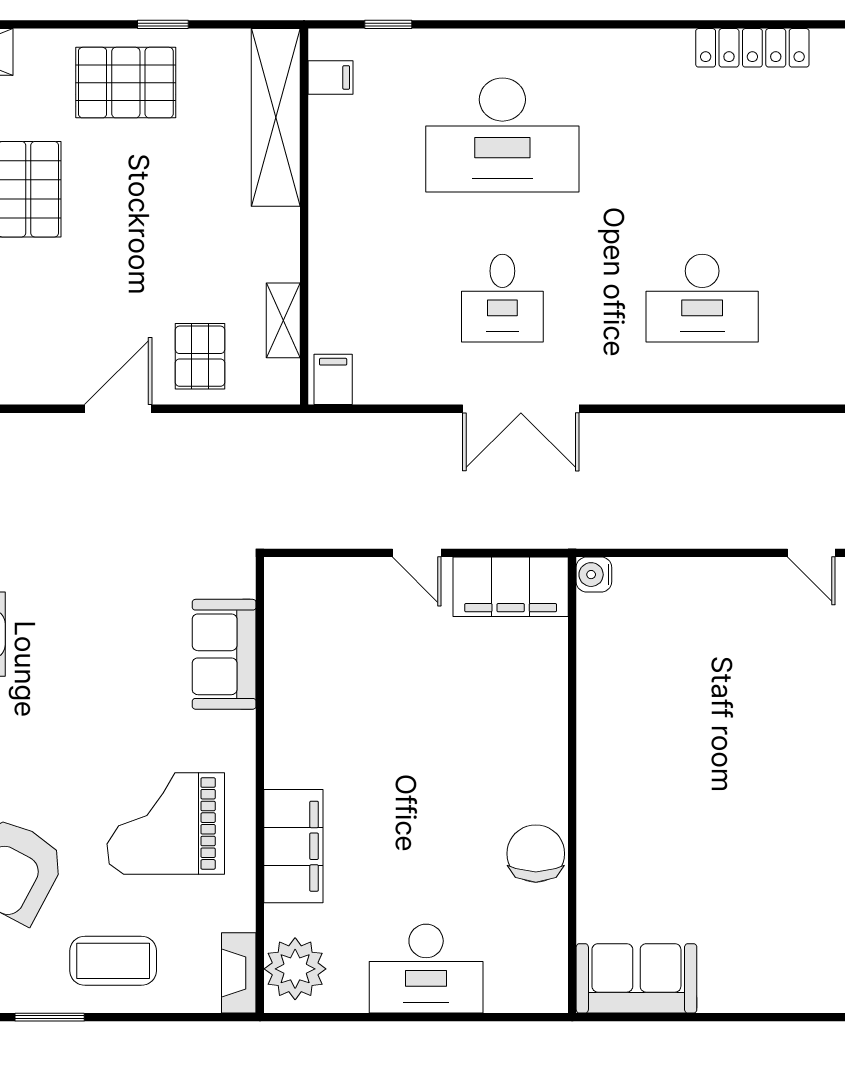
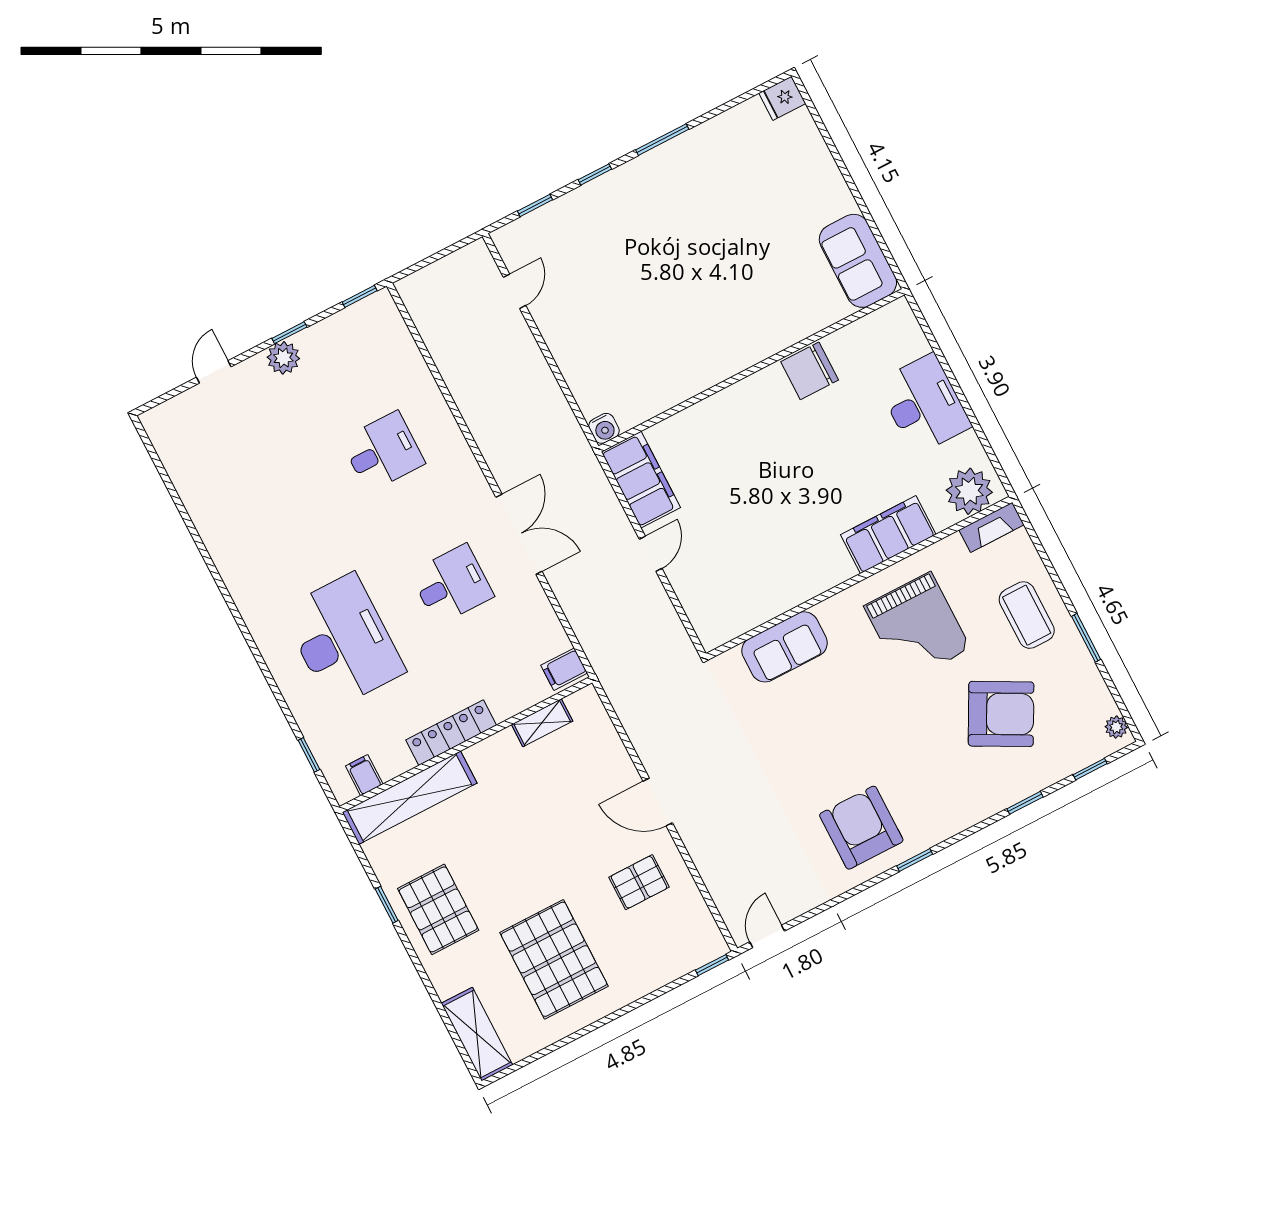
locker: (752, 48) -> (451, 733), moved, turned -90
desk: (702, 298) -> (383, 452), width x0.73
pallet: (200, 356) -> (639, 882), moved

